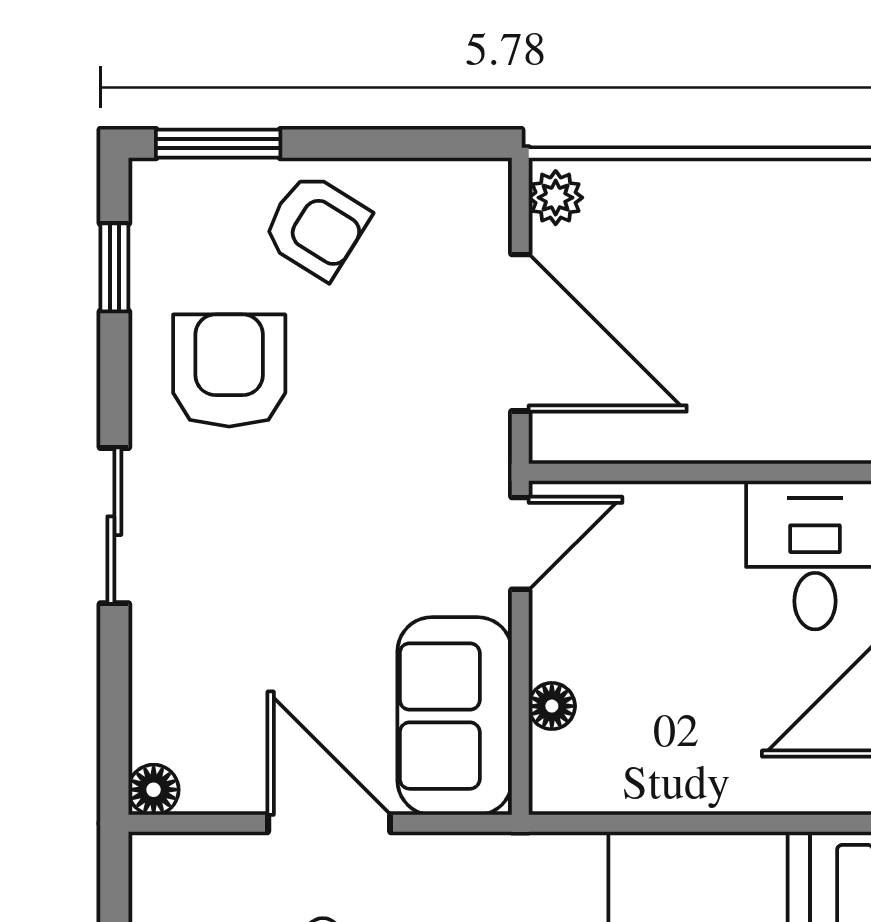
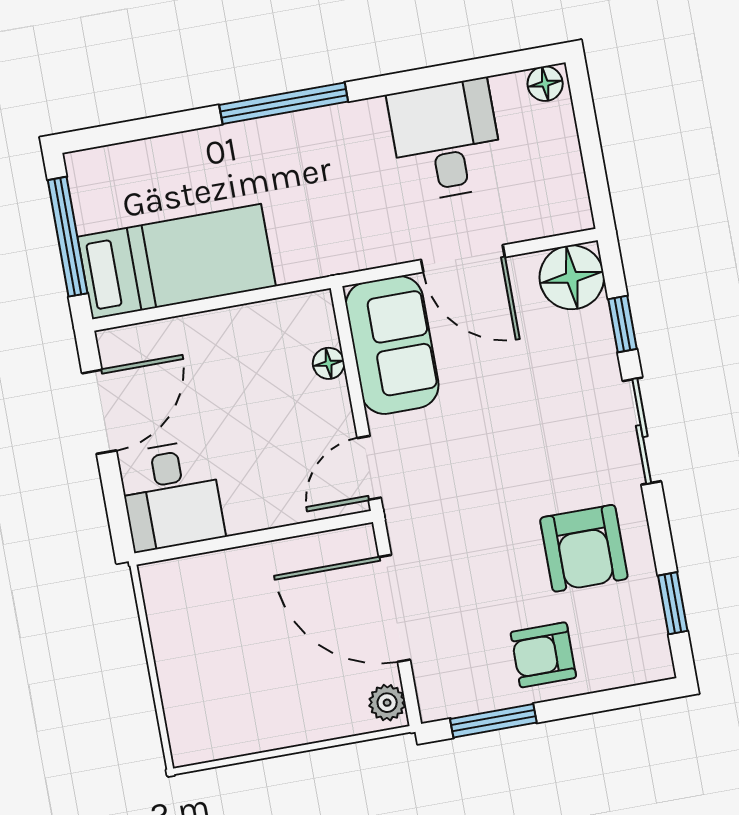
window: (218, 144) -> (493, 721), moved
armchair: (316, 226) -> (543, 655), turned -32
window: (114, 686) -> (623, 324), added
floor lamp: (154, 790) -> (572, 277), width x1.89, depth x1.89

